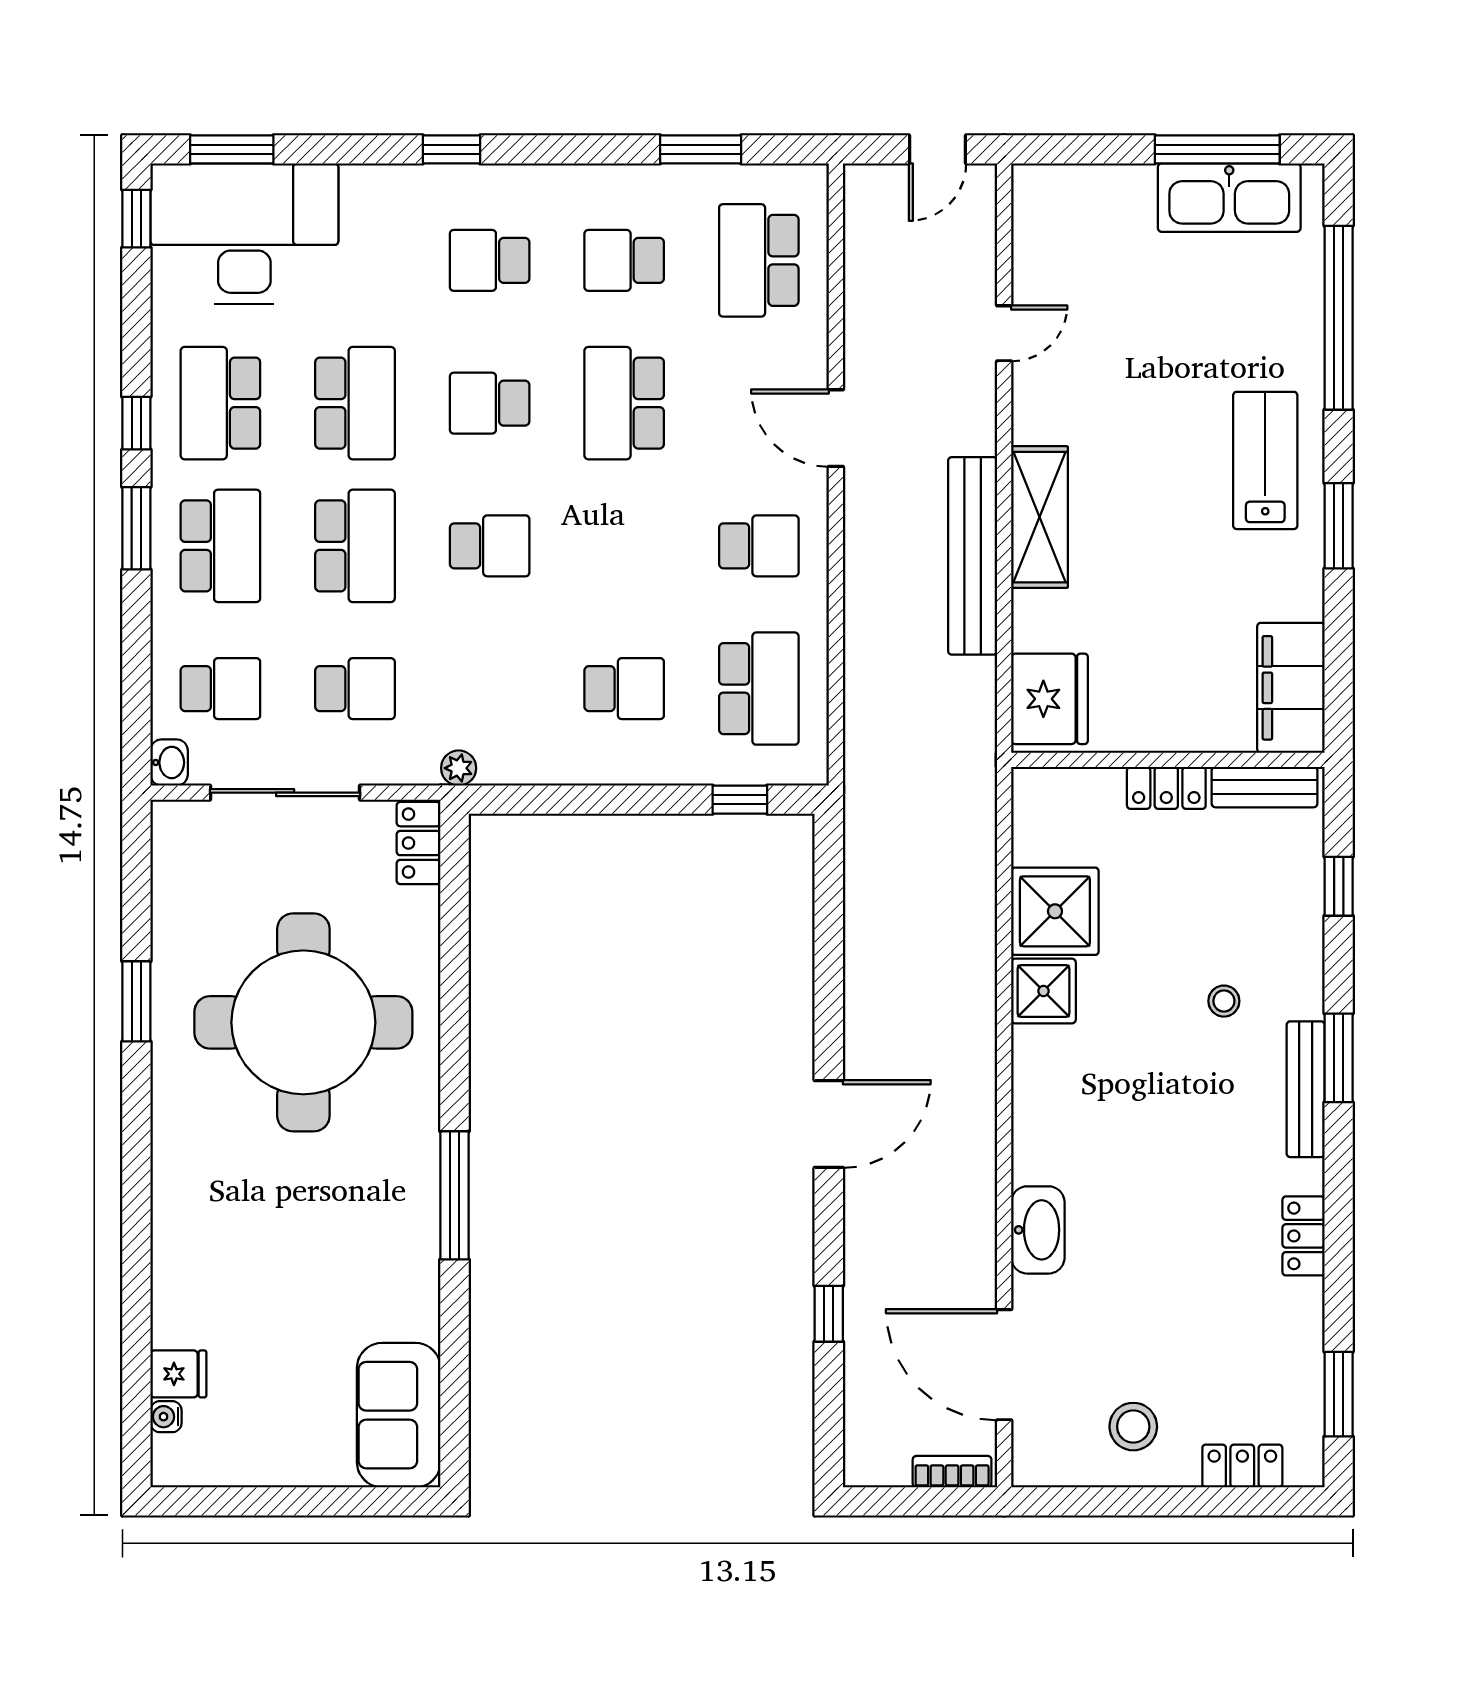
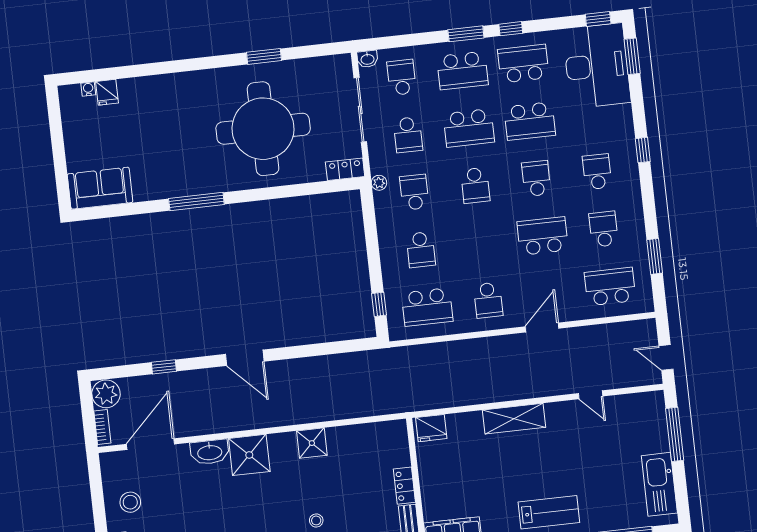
window: (1217, 149) -> (675, 434), moved
bench: (973, 556) -> (494, 392), removed
school desk: (220, 689) -> (401, 77), turned 180
school desk: (490, 689) -> (414, 192), added
fridge: (1049, 699) -> (431, 428), width x0.73, depth x0.75
shower: (1055, 911) -> (249, 455), moved
plant: (876, 1455) -> (106, 394), added

